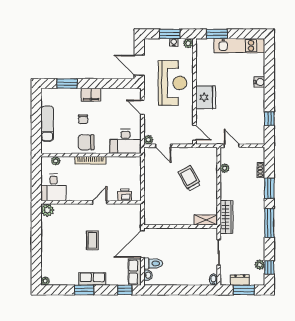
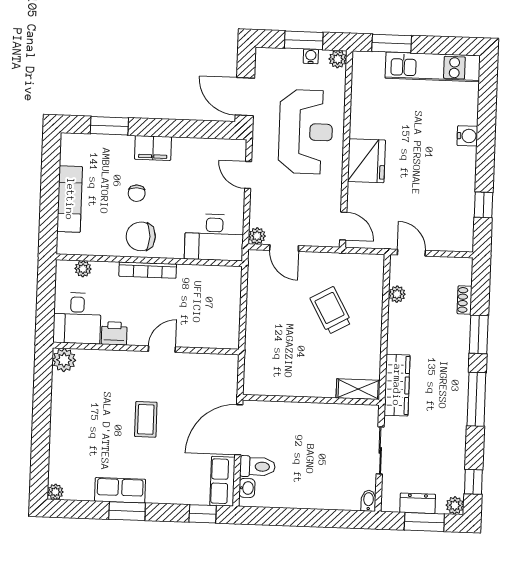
printer: (125, 195) -> (114, 333), moved
plant: (260, 265) -> (455, 505), moved
row of seats: (92, 279) -> (120, 490), moved

